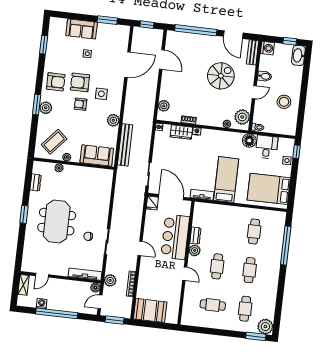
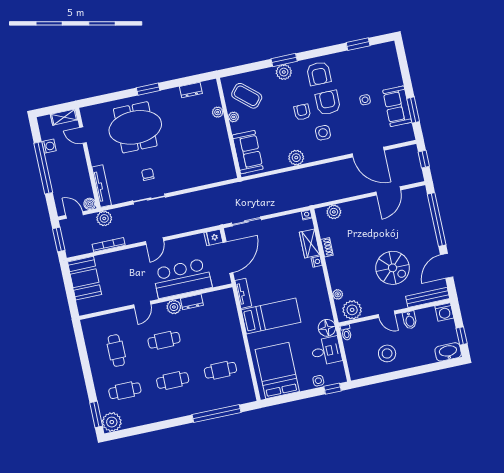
sofa: (82, 29) -> (397, 106), moved
bench: (253, 52) -> (428, 297), width x1.36
bench: (125, 145) -> (272, 181), removed
meeting table: (57, 222) -> (135, 127), moved

